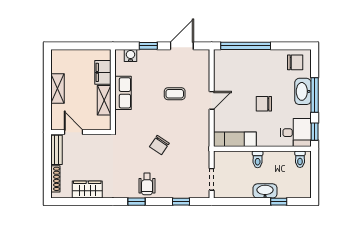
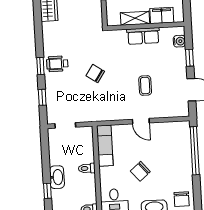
chair: (264, 104) -> (140, 171), turned -130
window: (137, 202) -> (40, 66), moved

